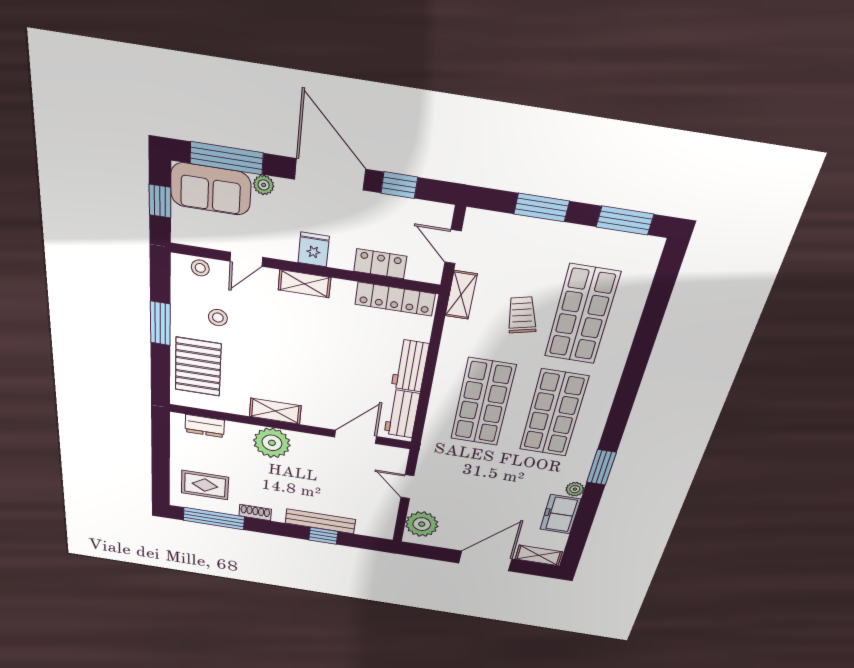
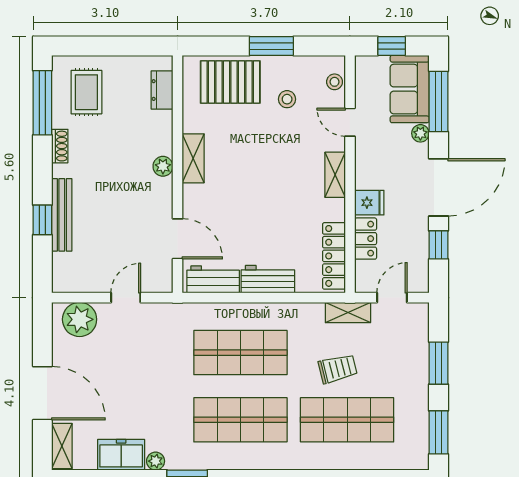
fridge: (314, 249) -> (369, 203), moved
plant: (272, 443) -> (163, 166), width x0.53, depth x0.53

